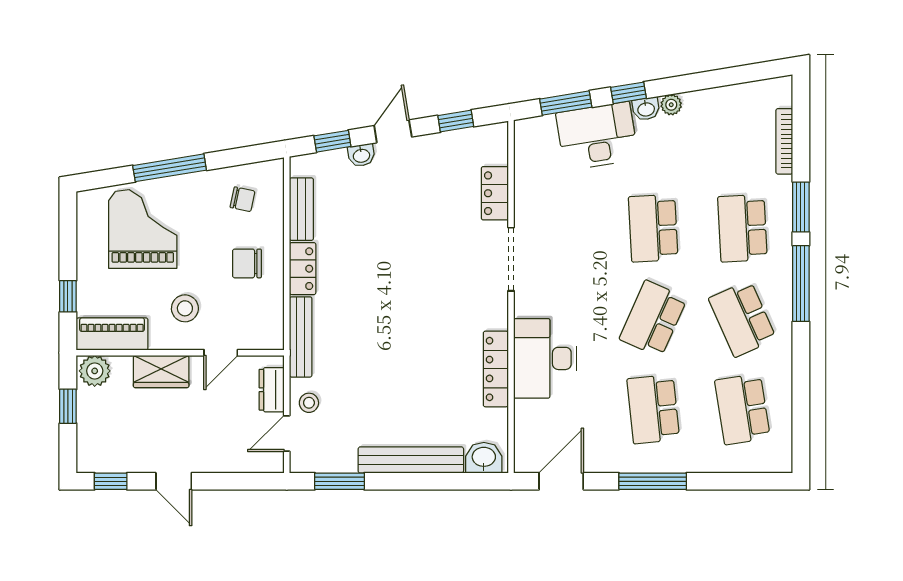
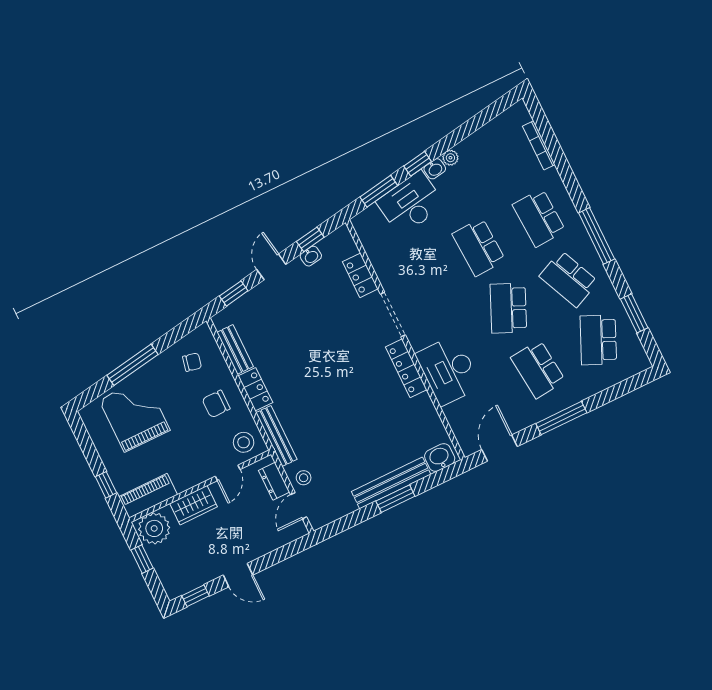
washbasin: (361, 155) -> (311, 256), moved
window: (801, 207) -> (634, 313), moved
stool: (185, 308) -> (244, 442), moved
locker: (496, 369) -> (406, 368), moved
plant: (95, 371) -> (154, 528), width x1.36, depth x1.36
school desk: (742, 409) -> (598, 340), turned 33
window: (340, 481) -> (395, 499), moved

